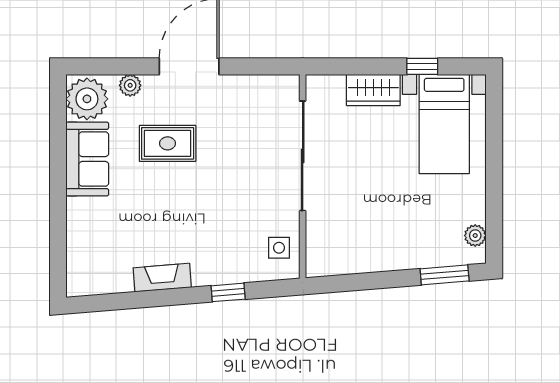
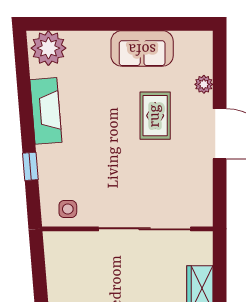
plant: (87, 99) -> (48, 48), moved
fireplace: (162, 278) -> (46, 111), width x1.37, depth x1.32

